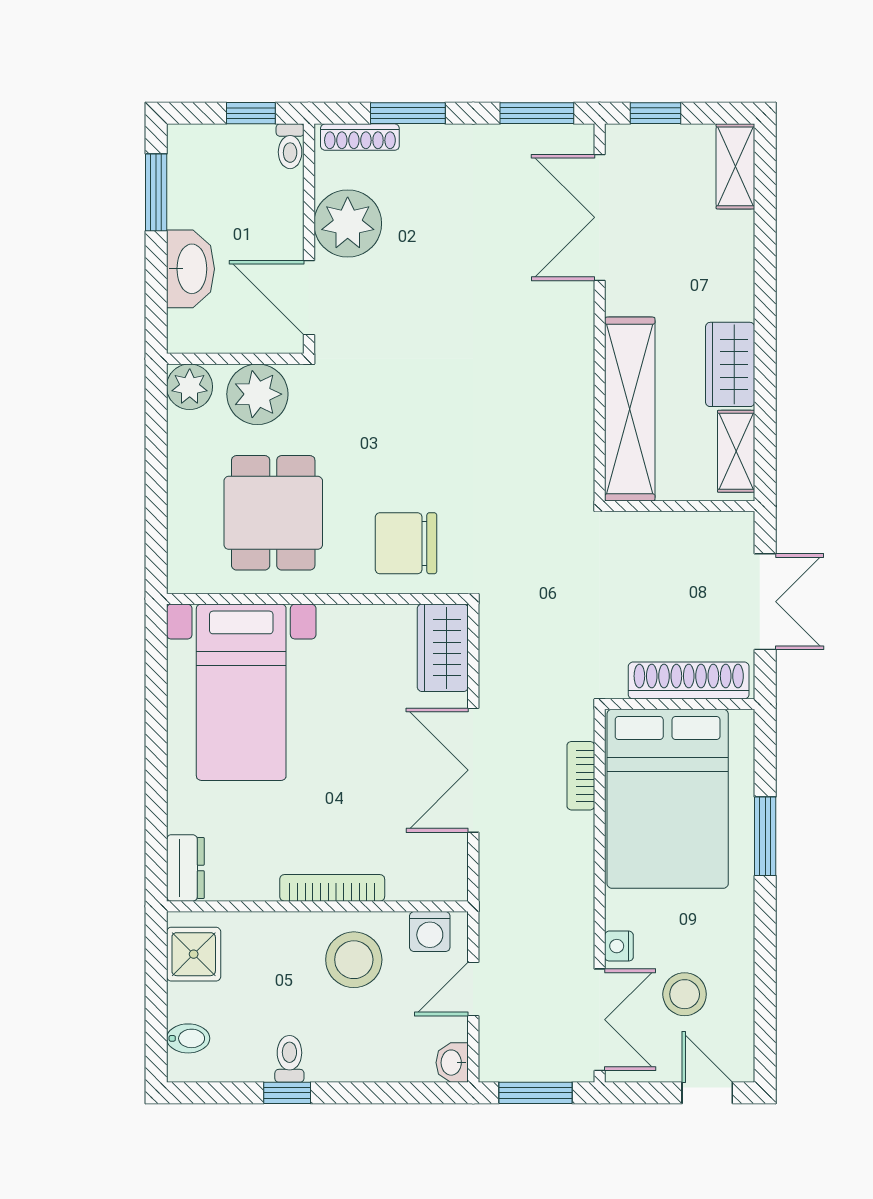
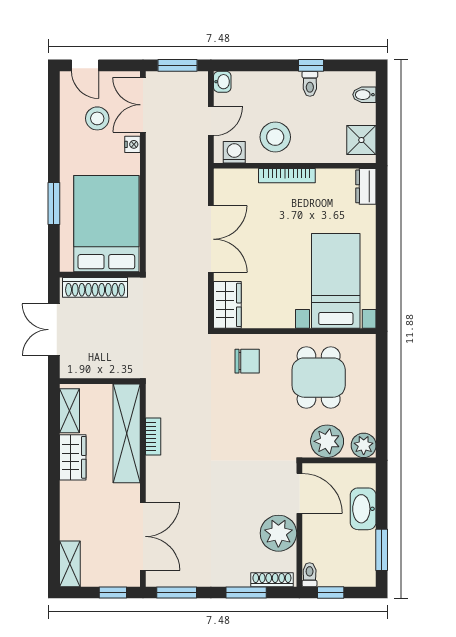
chair: (406, 543) -> (247, 361), width x0.73, depth x0.73
bookcase: (581, 776) -> (153, 436), moved

